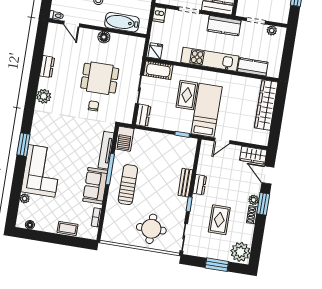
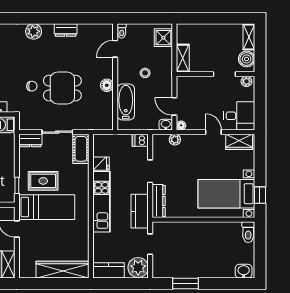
plant: (272, 30) -> (138, 267), width x1.87, depth x1.87
fridge: (155, 51) -> (101, 164), moved
kitchen counter: (253, 67) -> (108, 270), moved, turned -90
dining table: (100, 78) -> (62, 88), turned 90
rug: (187, 95) -> (43, 181), moved

